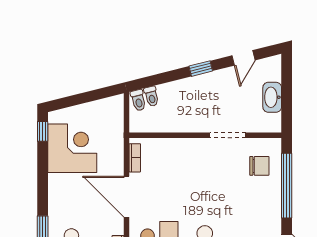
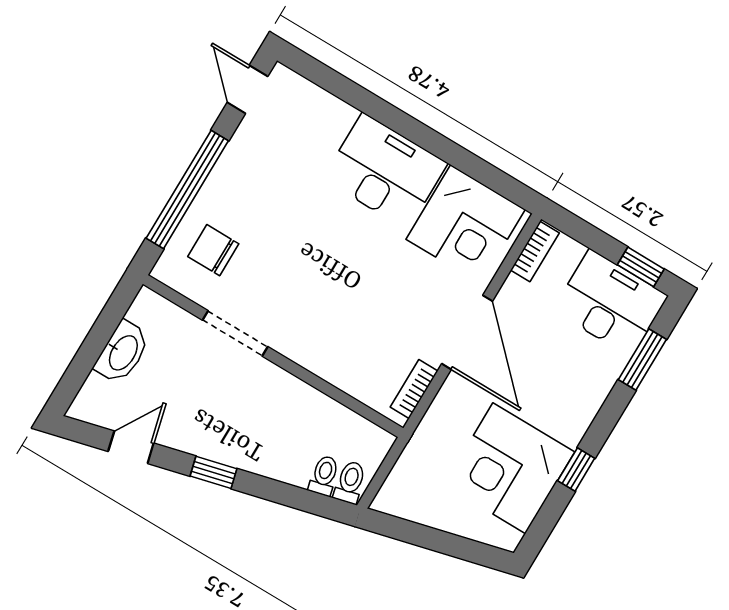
window: (43, 131) -> (576, 470), moved

